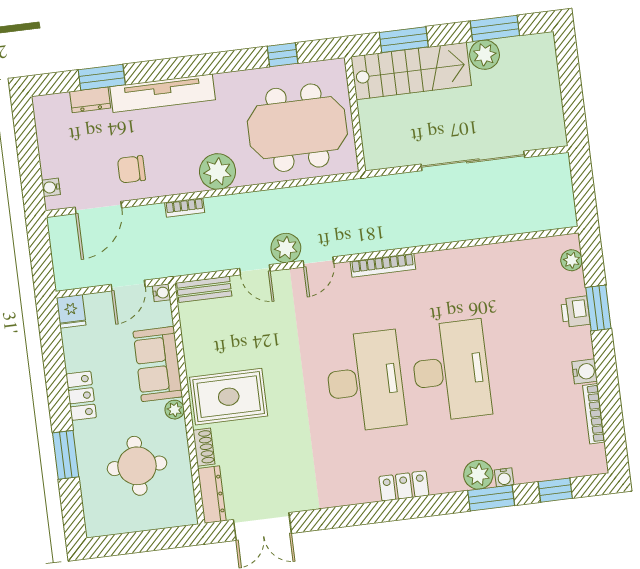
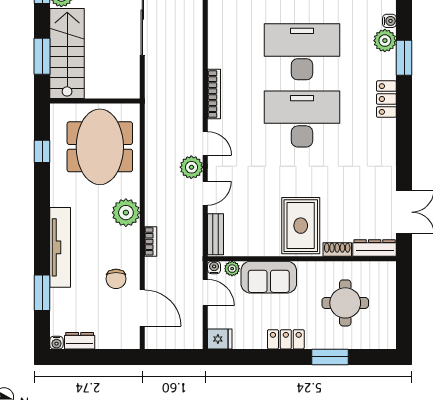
dresser: (90, 100) -> (80, 341), moved, turned -90
water cooler: (51, 187) -> (57, 343), moved
plant: (175, 410) -> (232, 269), moved
window: (491, 498) -> (404, 58), moved

